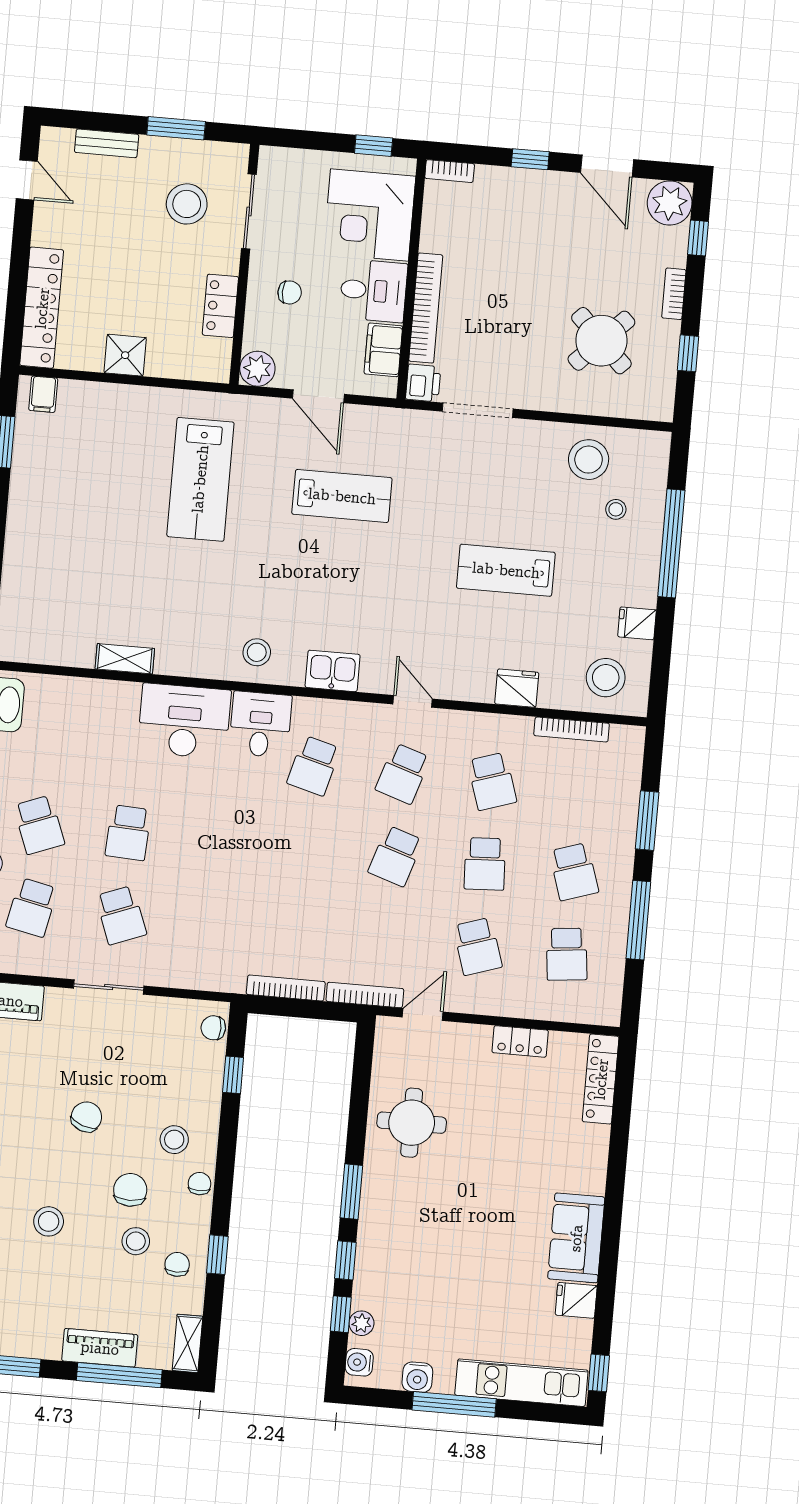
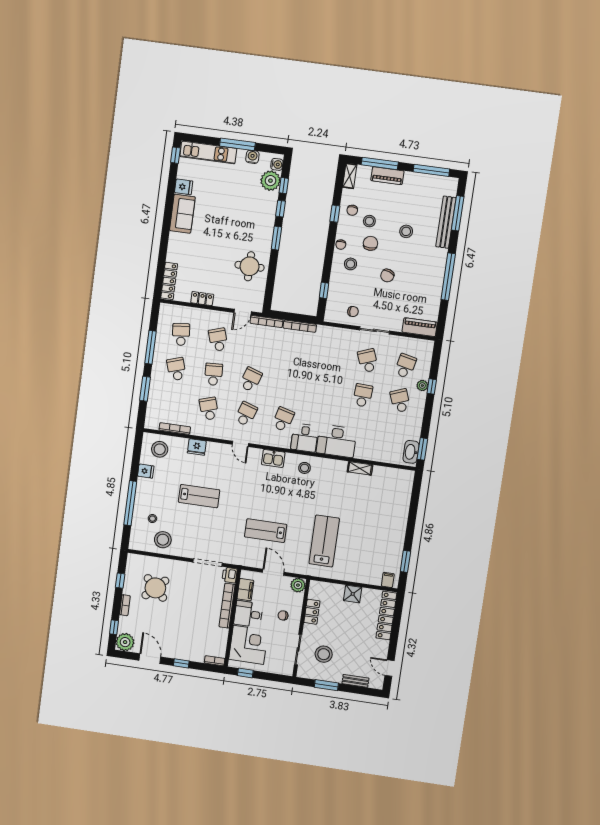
chair: (213, 1028) -> (353, 311), moved
chair: (130, 1190) -> (370, 243), turned 180
plant: (361, 1323) -> (270, 181), width x1.87, depth x1.87

